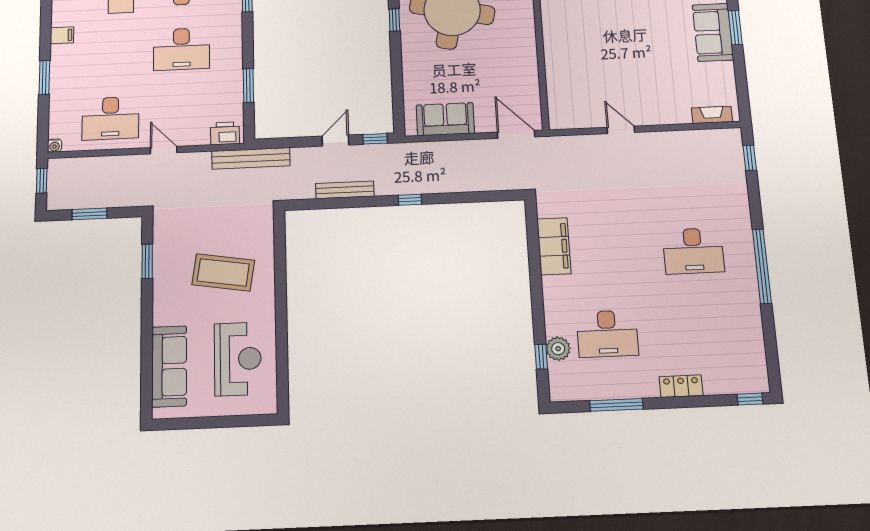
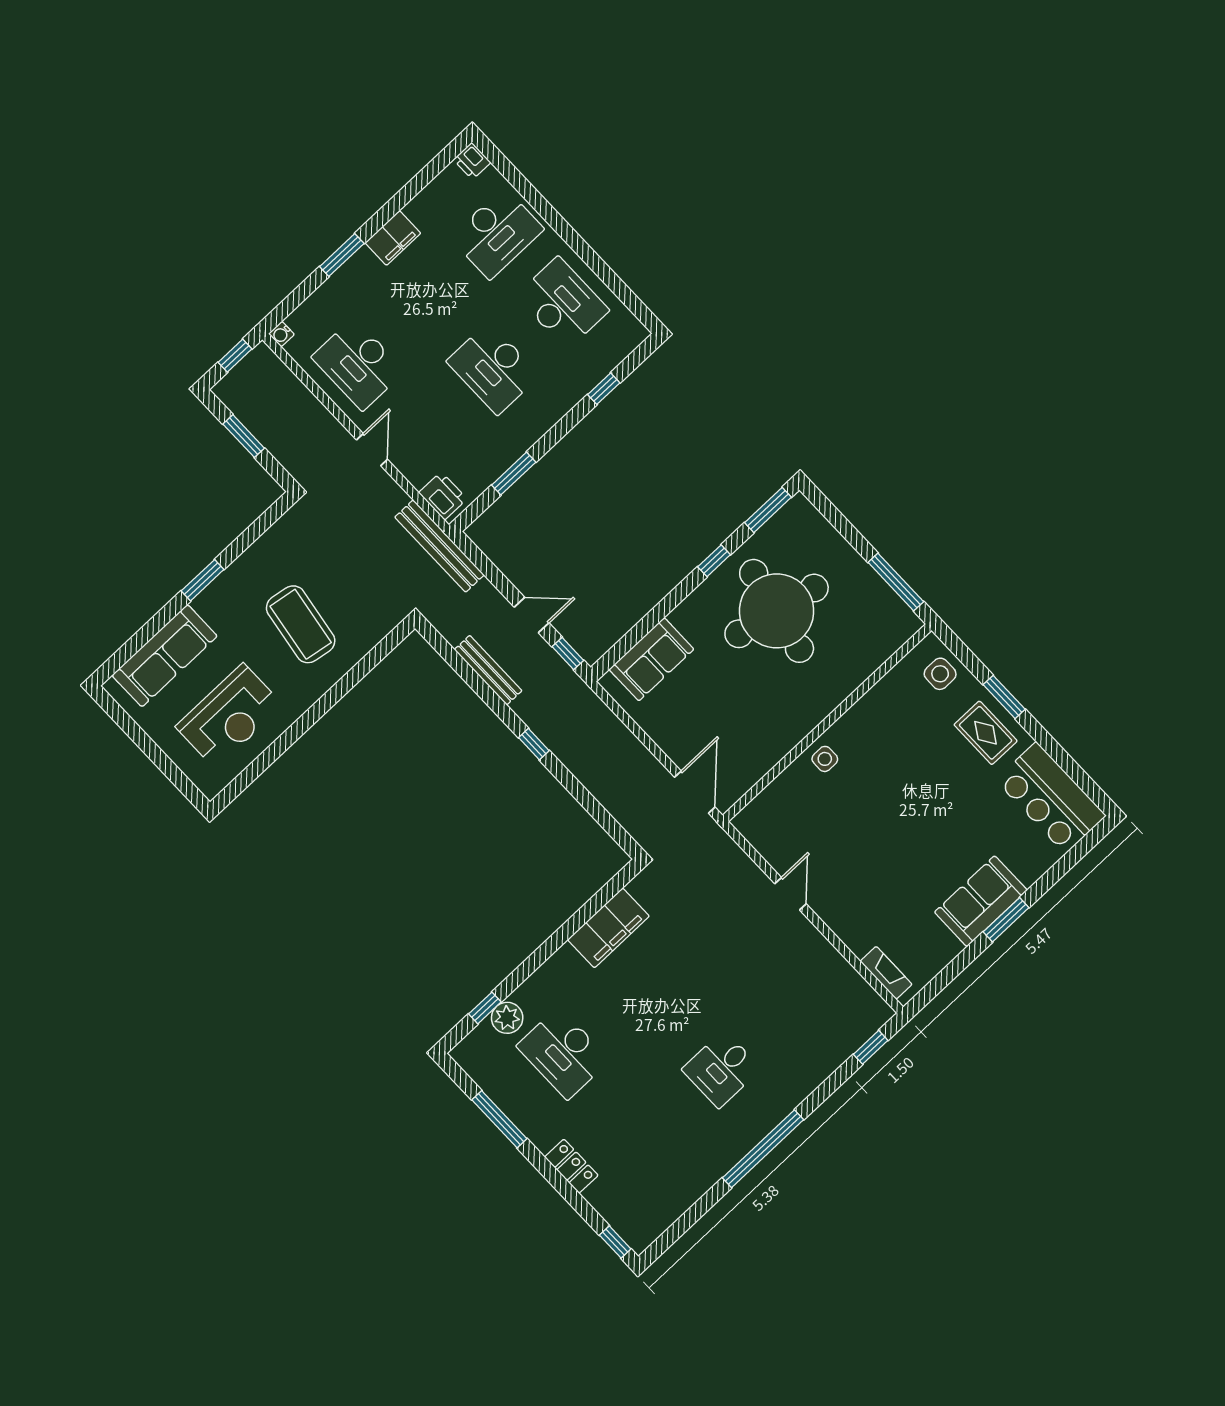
filing cabinet: (62, 35) -> (393, 238), width x2.00
side table: (559, 50) -> (825, 759), added
sofa: (445, 119) -> (651, 659), moved, turned 90
desk: (693, 251) -> (721, 1069), width x0.73
window: (147, 261) -> (203, 580), moved

